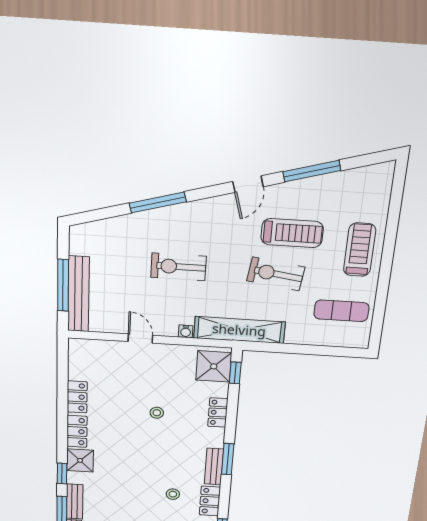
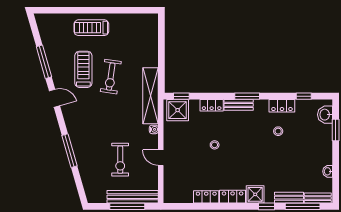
exercise bike: (178, 267) -> (120, 160), moved
exercise mat: (341, 311) -> (133, 34), removed
door: (140, 338) -> (161, 158), hinge flipped
bench: (214, 466) -> (239, 105), moved

